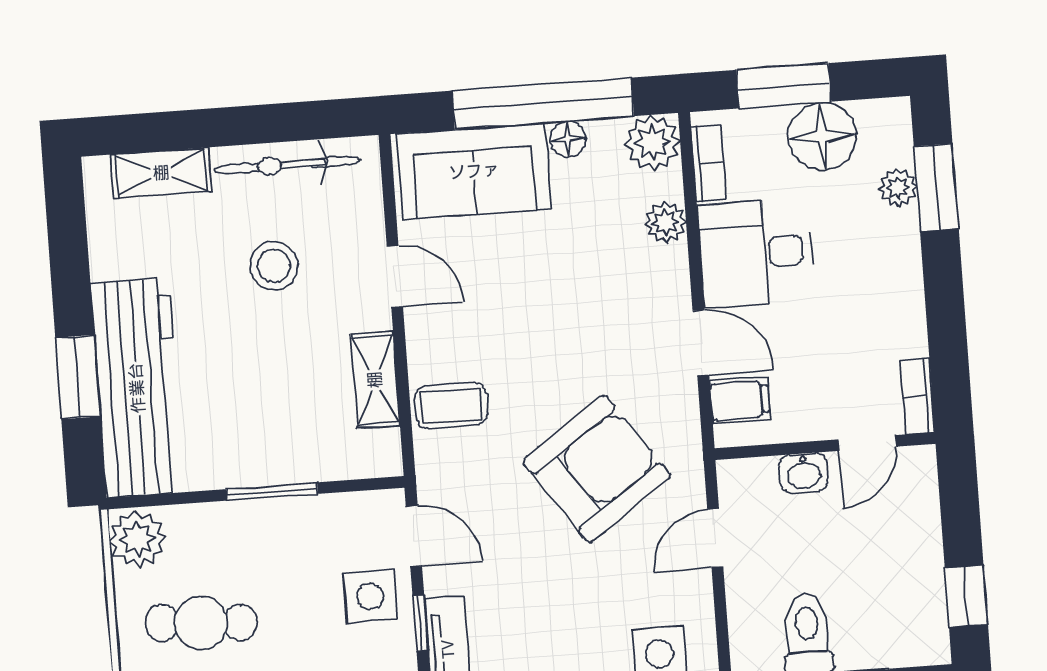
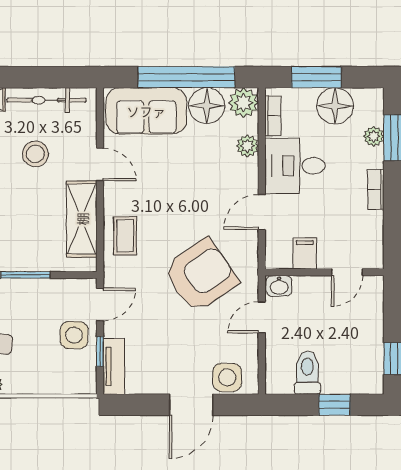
floor lamp: (568, 139) -> (207, 106), width x1.89, depth x1.89
door: (701, 343) -> (262, 212), swing flipped
shelving: (375, 380) -> (82, 219), width x1.50, depth x1.33
bookcase: (917, 396) -> (376, 189), moved
filing cabinet: (740, 400) -> (305, 254), moved, turned -90
coffee table: (451, 405) -> (125, 236), turned 90
washbasin: (803, 473) -> (279, 286), moved
door: (414, 536) -> (100, 305), hinge flipped

